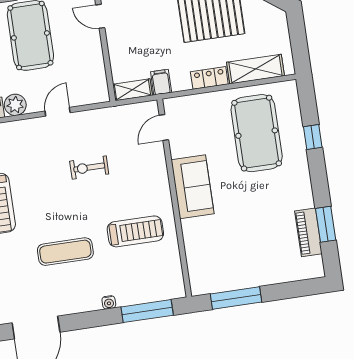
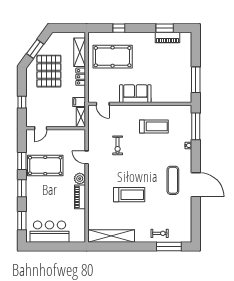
treadmill: (135, 231) -> (154, 126), turned 90
exercise mat: (65, 252) -> (173, 180), moved

